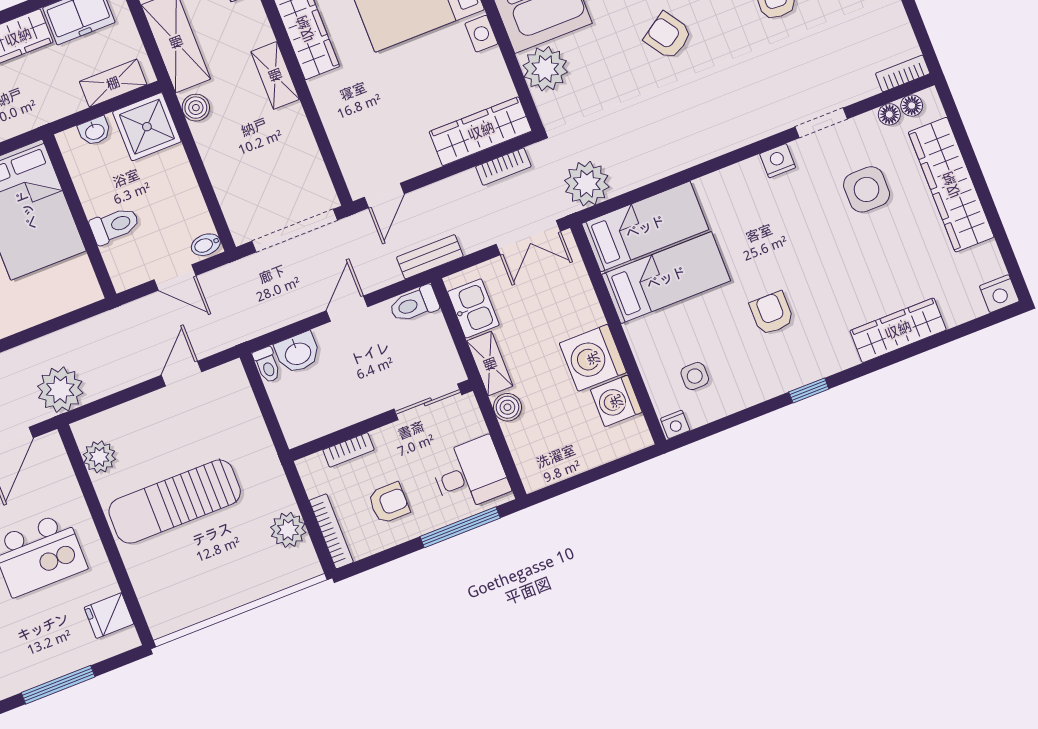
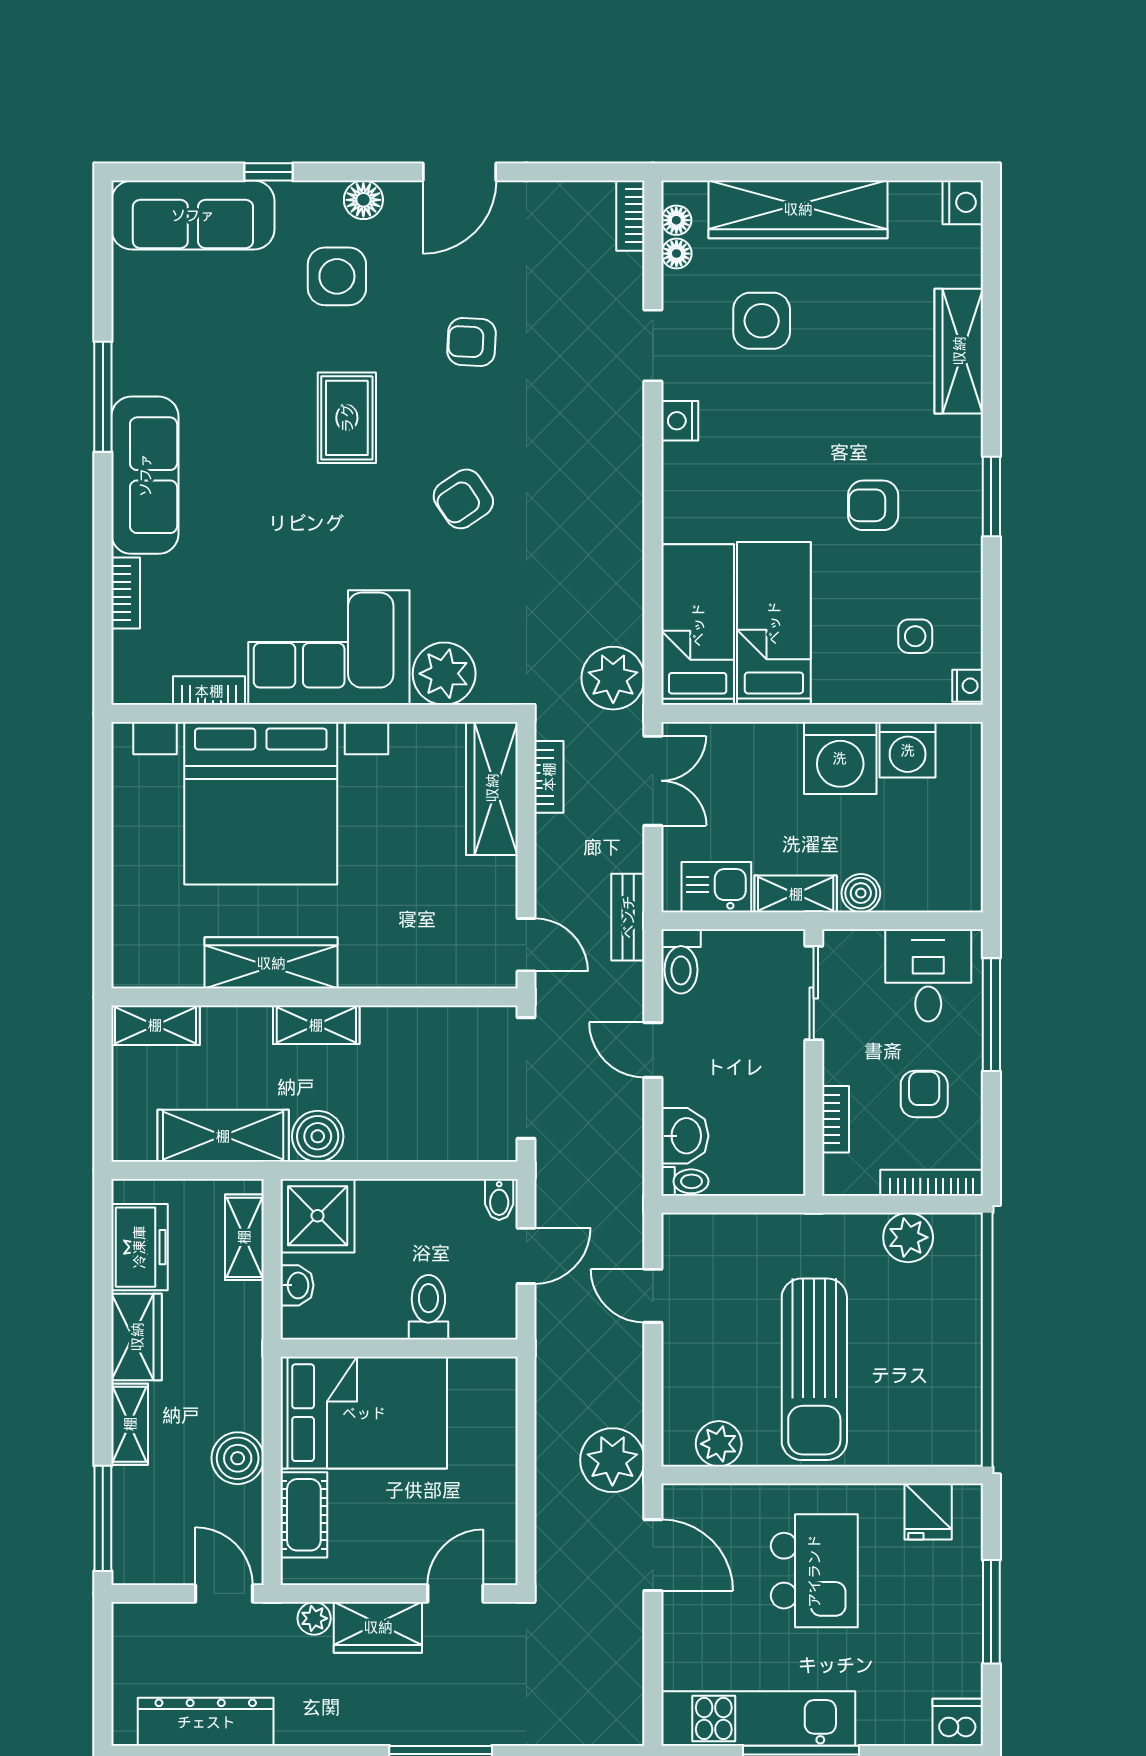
boiler: (196, 108) -> (318, 1136), width x1.36, depth x1.36
window: (809, 391) -> (991, 497), width x1.50

